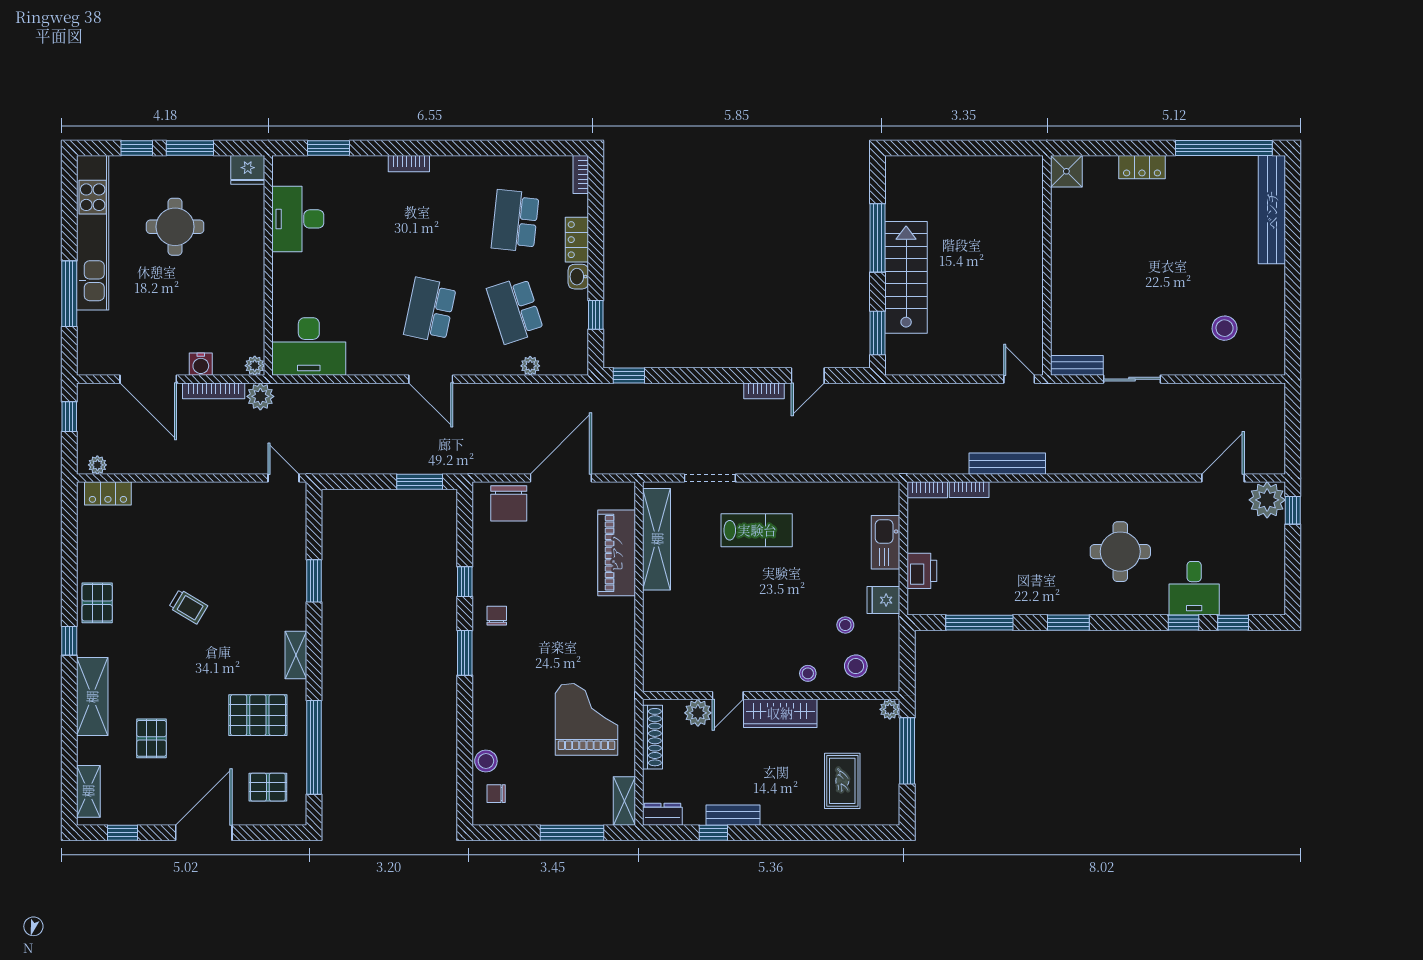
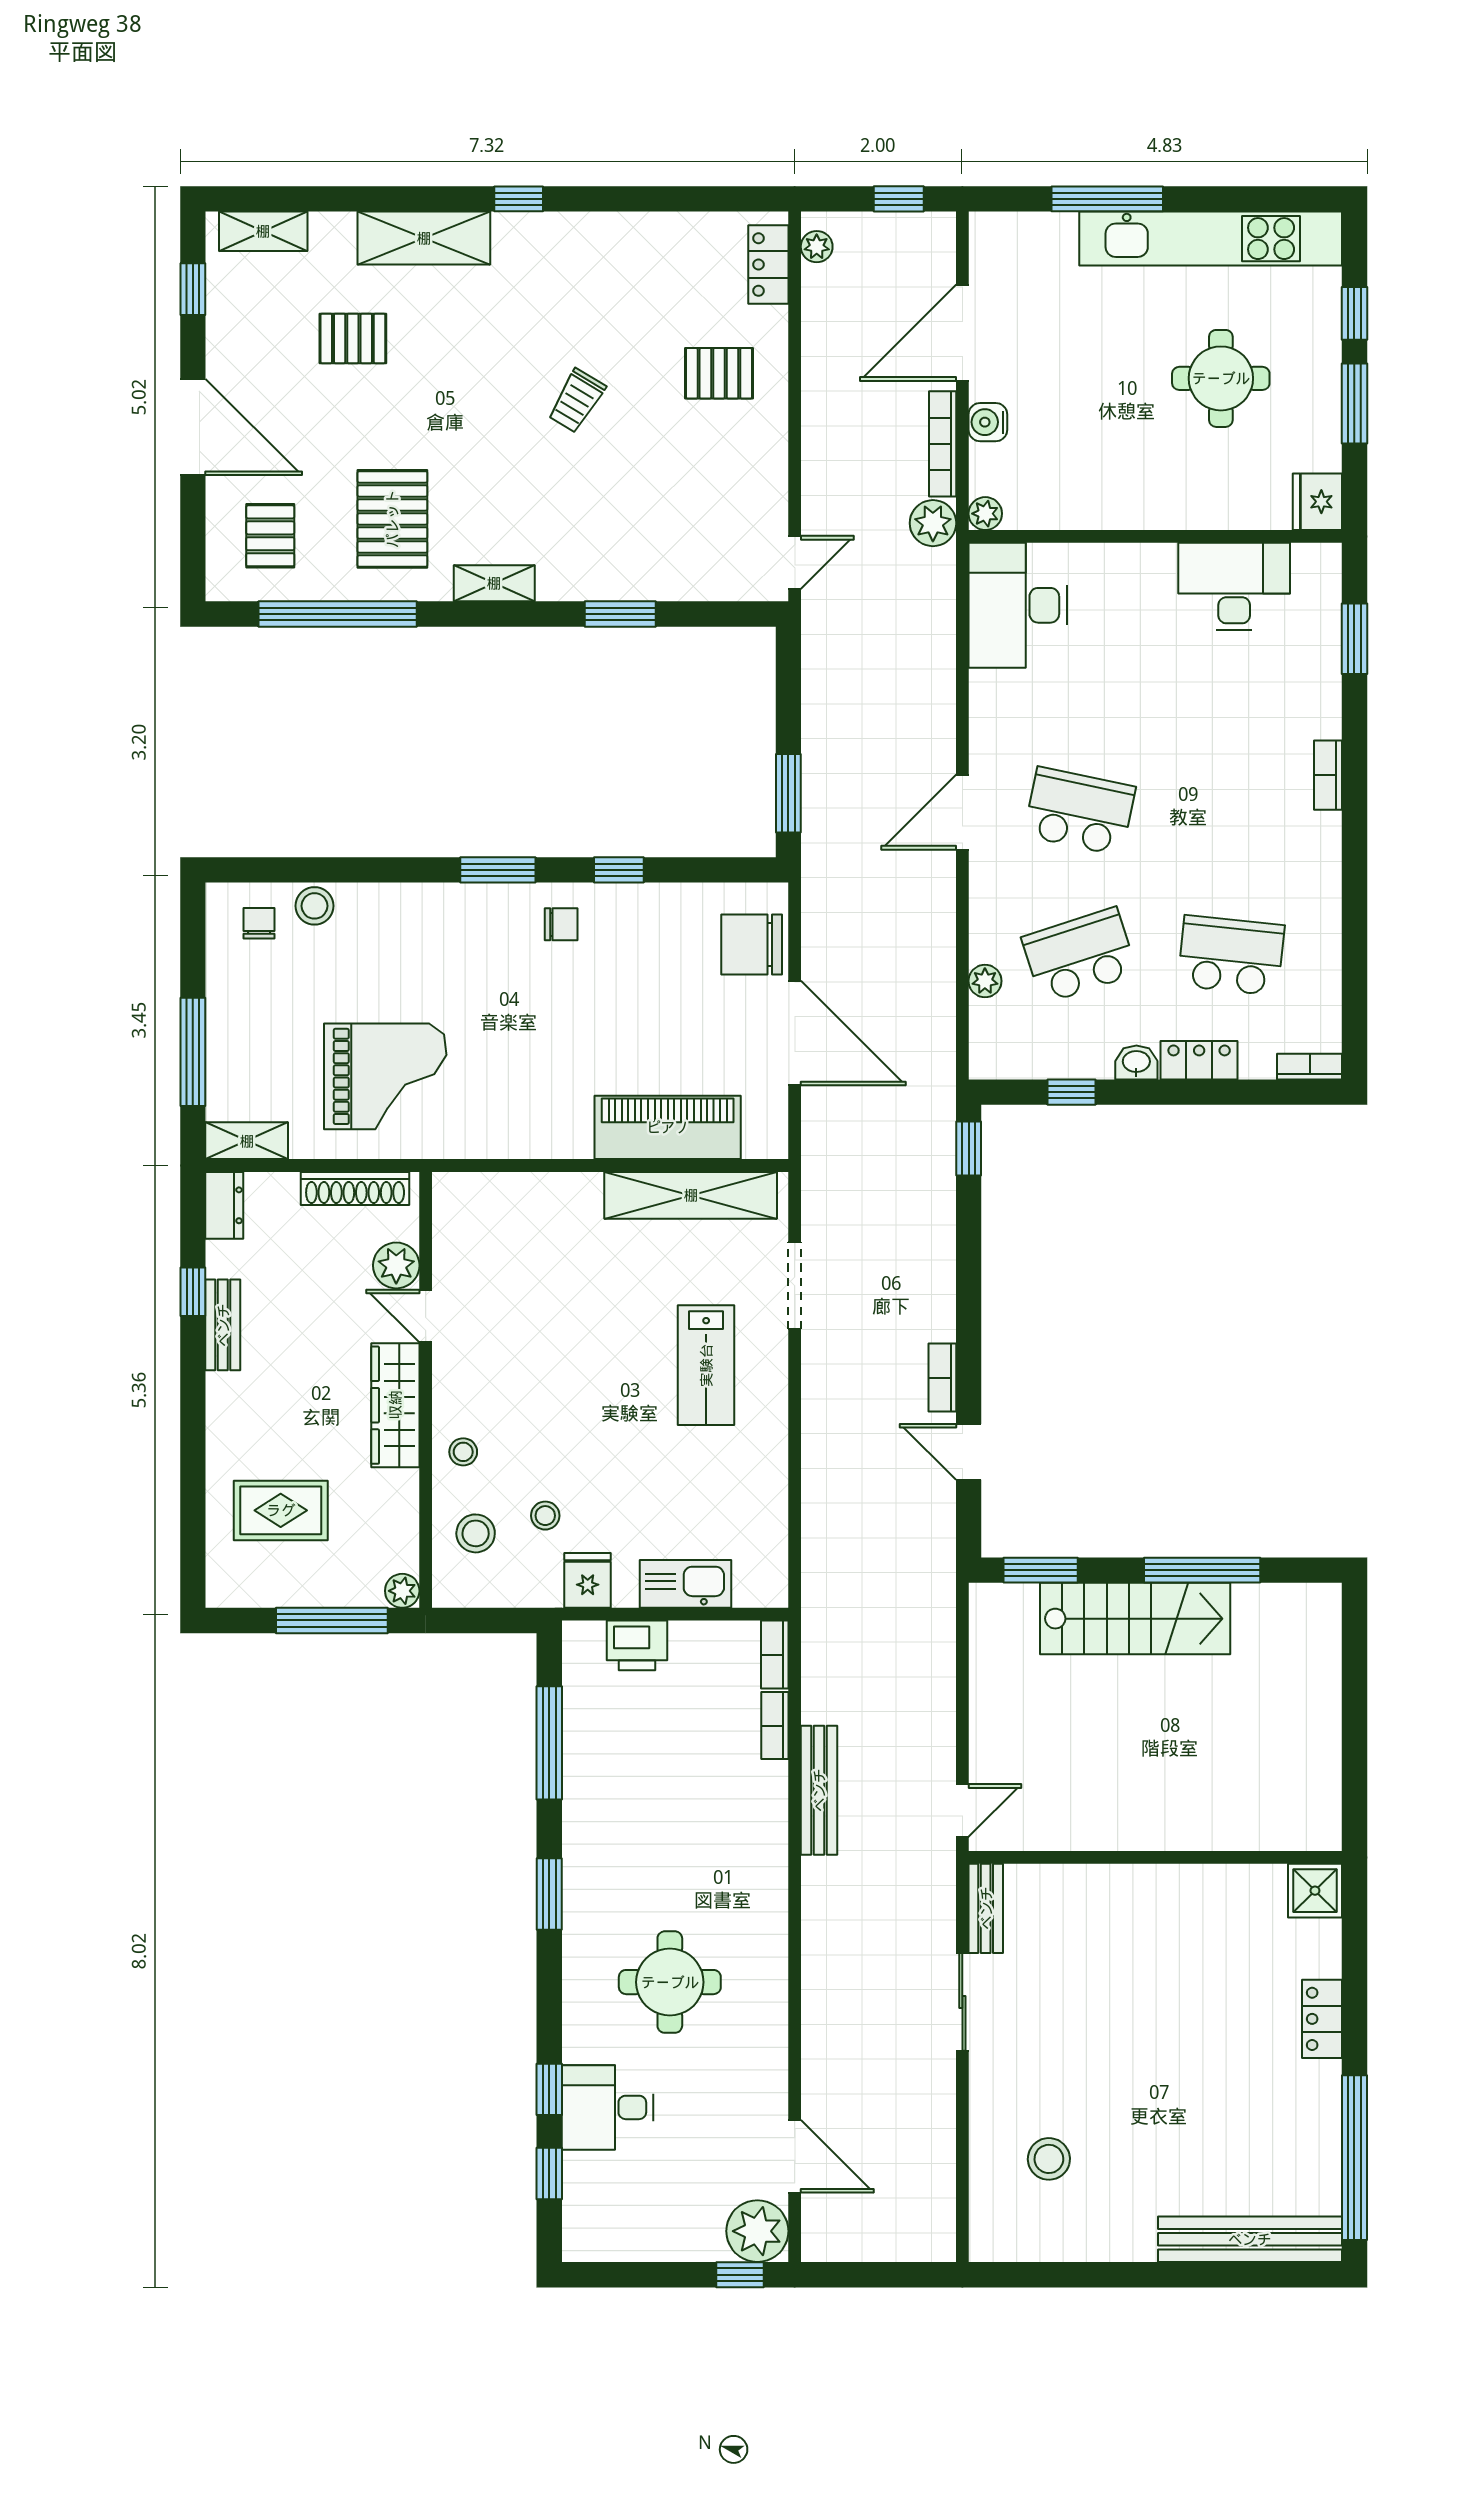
pallet: (97, 603) -> (719, 373), moved

